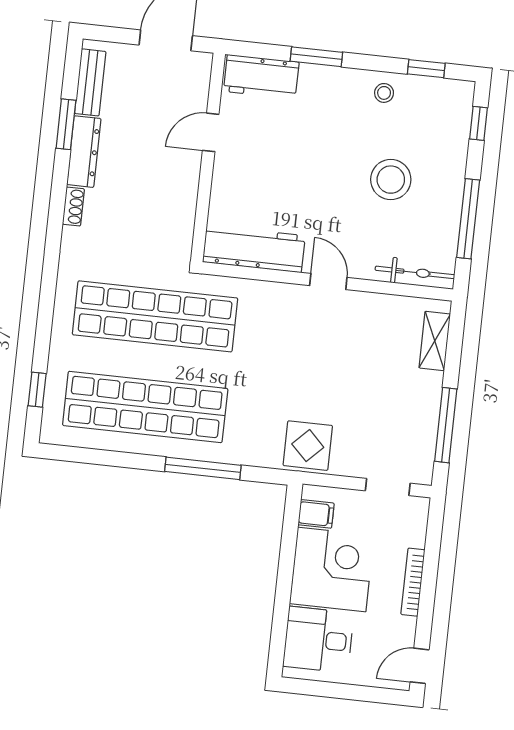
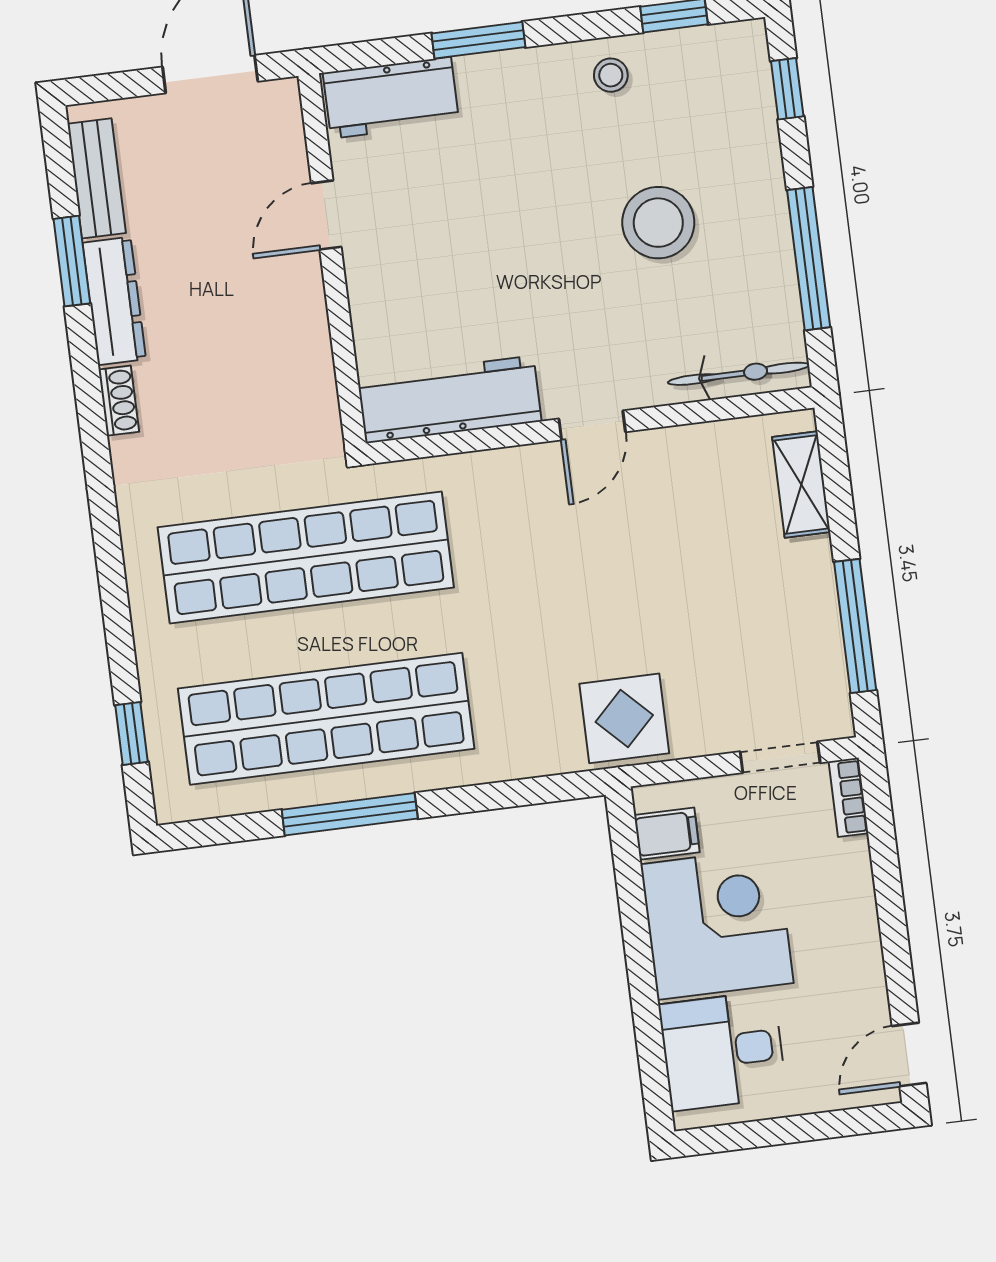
door: (328, 282) -> (592, 425), swing flipped
window: (203, 468) -> (350, 814), moved
bookcase: (413, 582) -> (848, 797), moved, width x0.64

